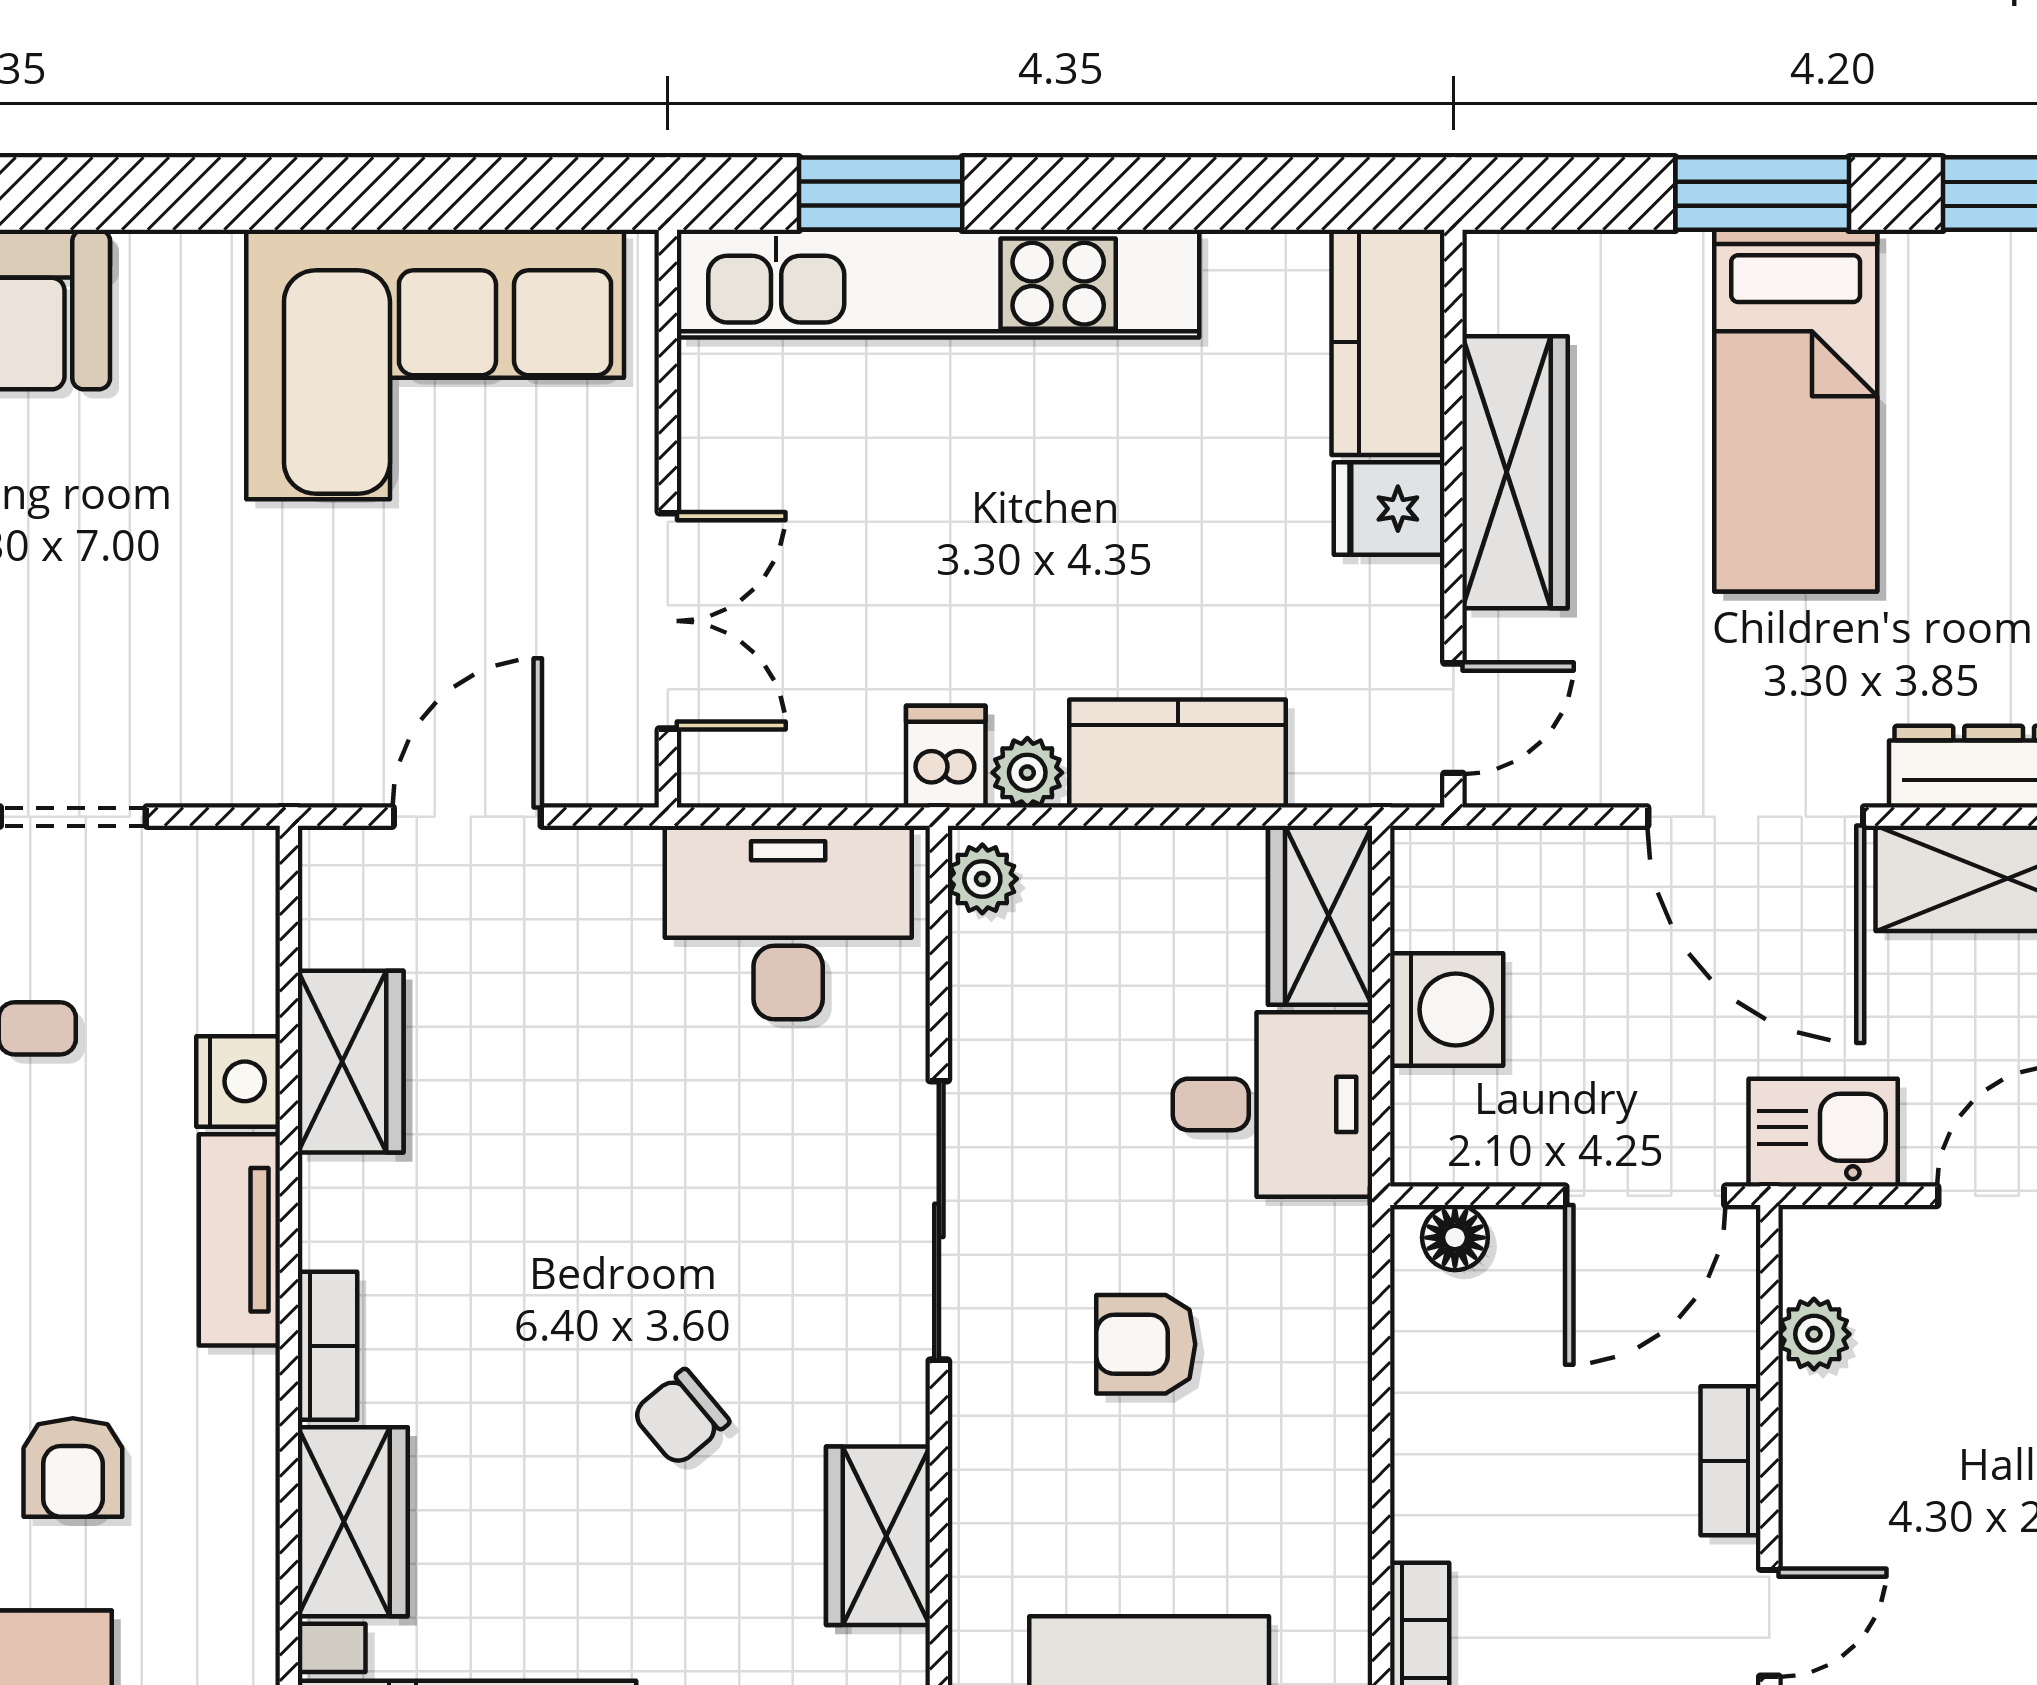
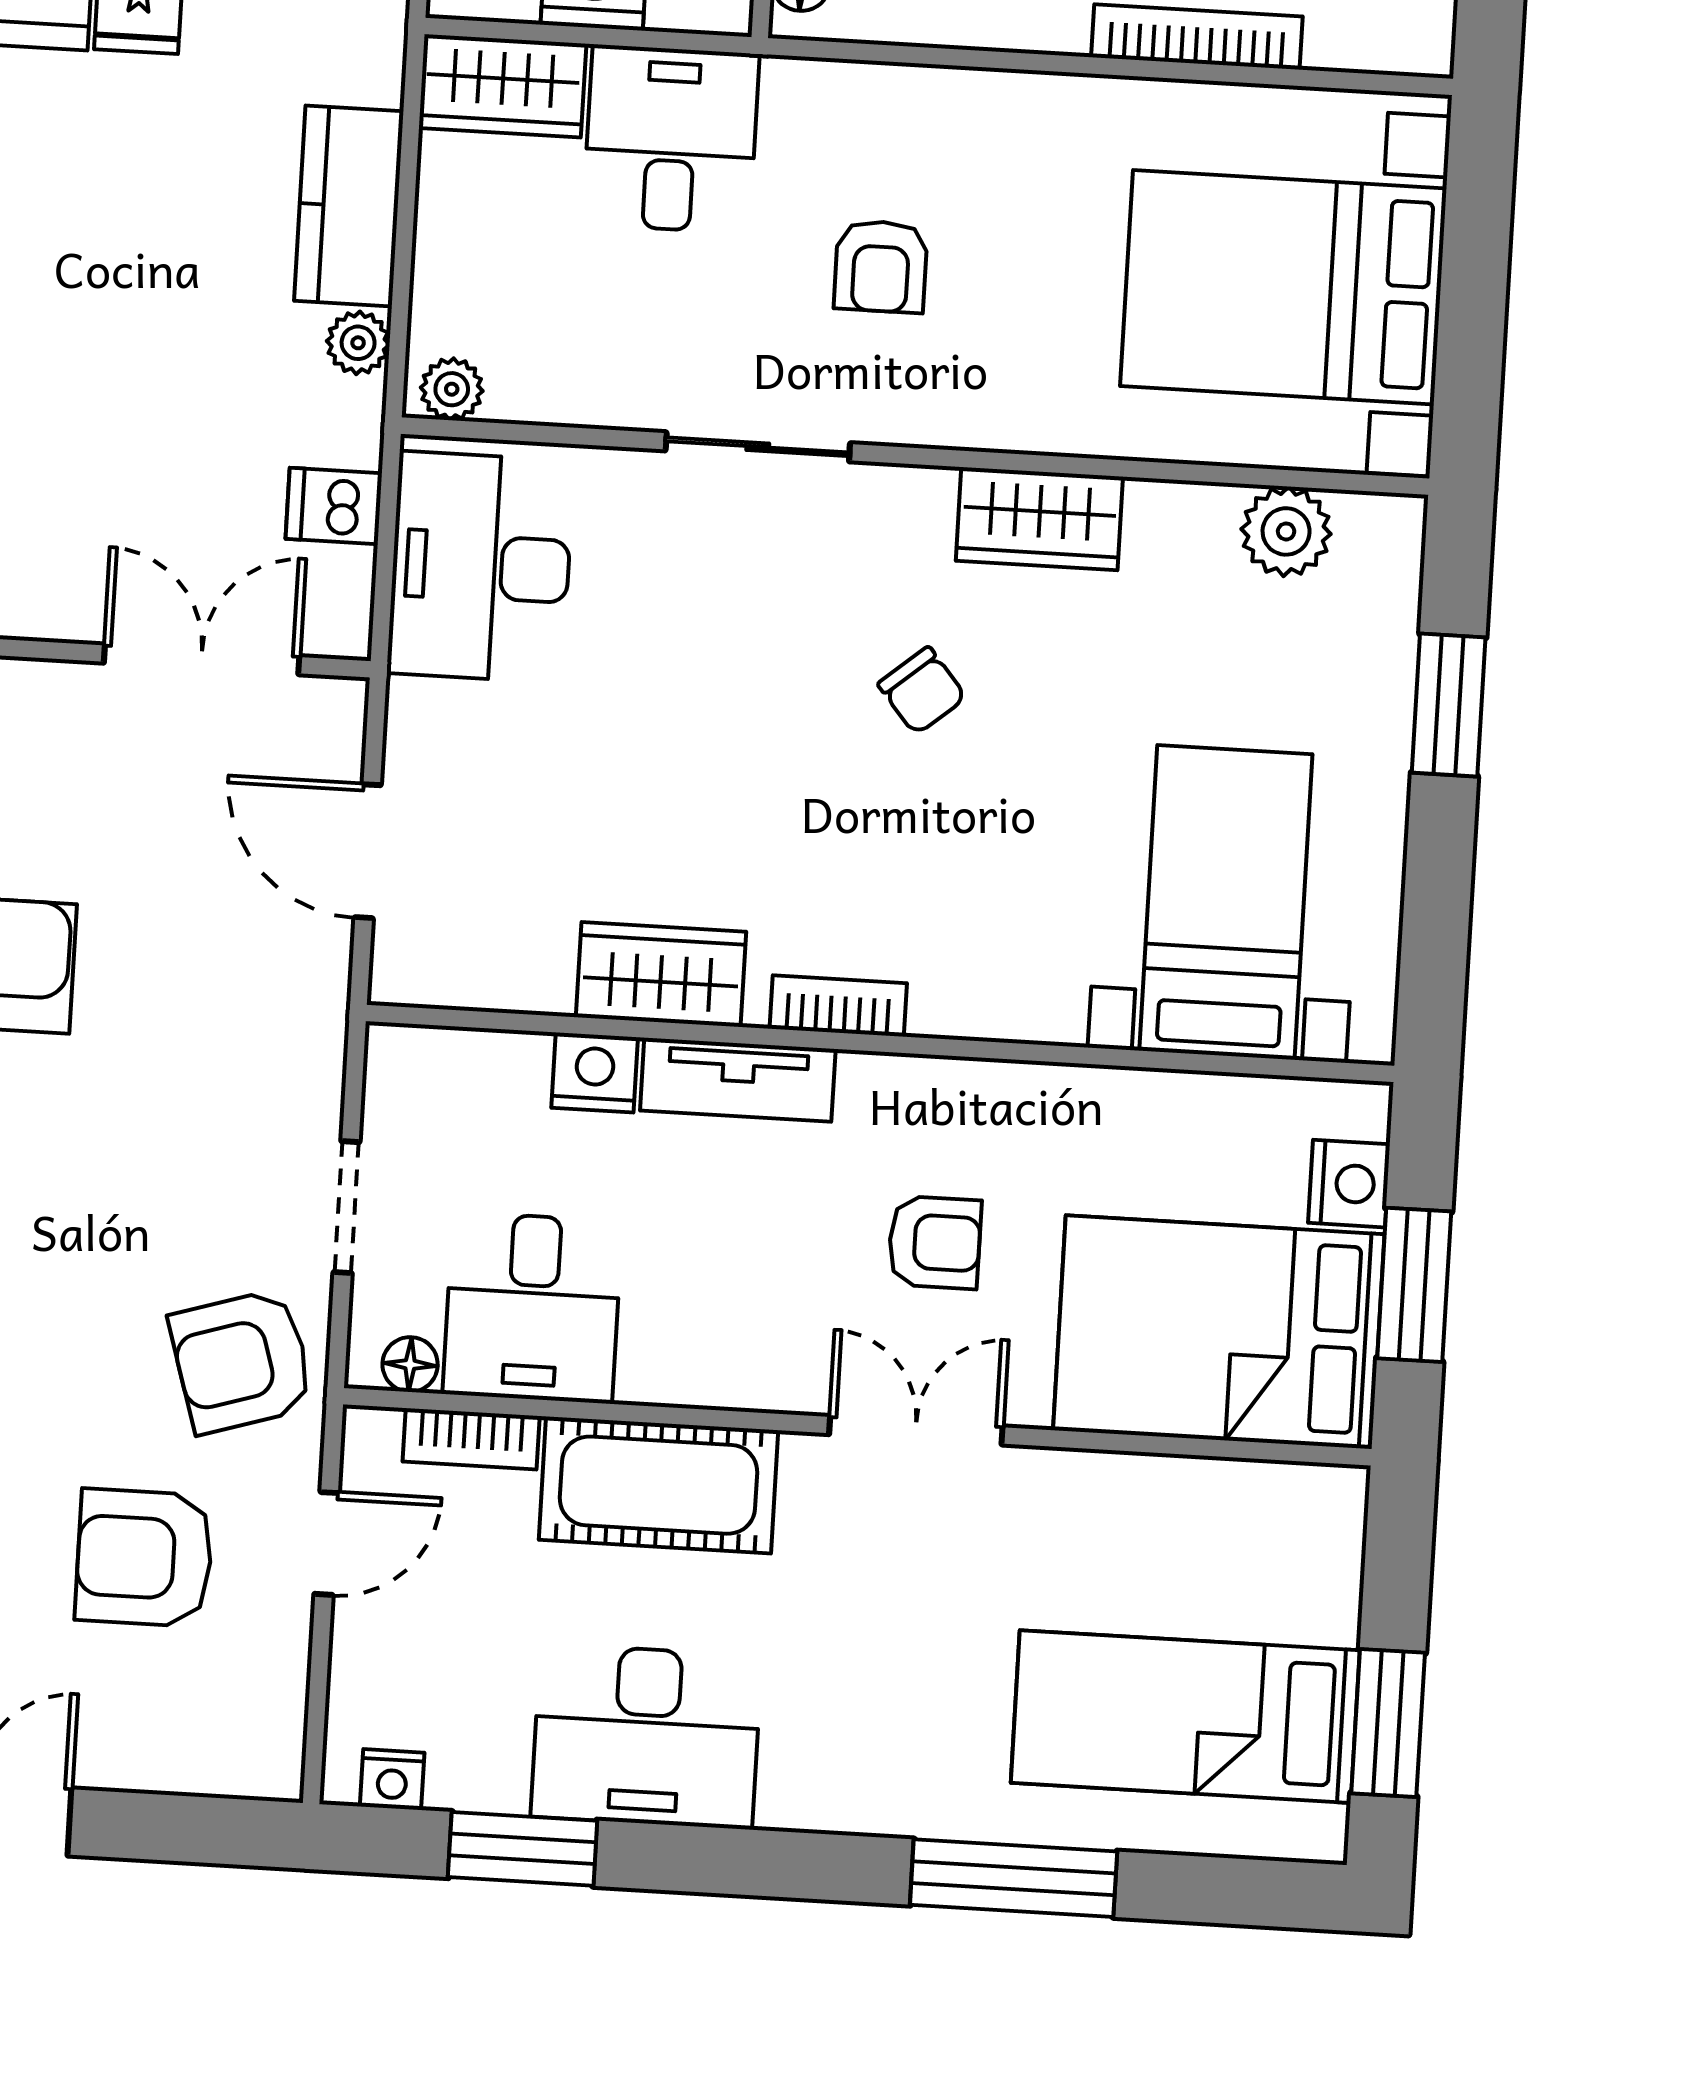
dishwasher: (946, 757) -> (334, 506), moved
wardrobe: (351, 1062) -> (661, 974), moved
sliding door: (939, 1220) -> (758, 447), width x0.73
wardrobe: (353, 1522) -> (999, 993), removed

